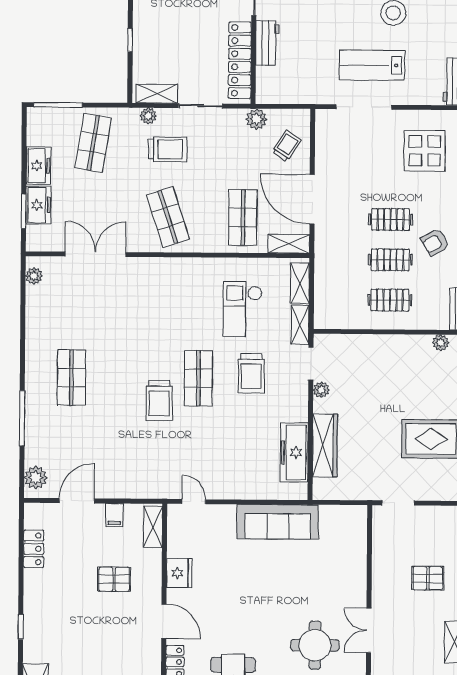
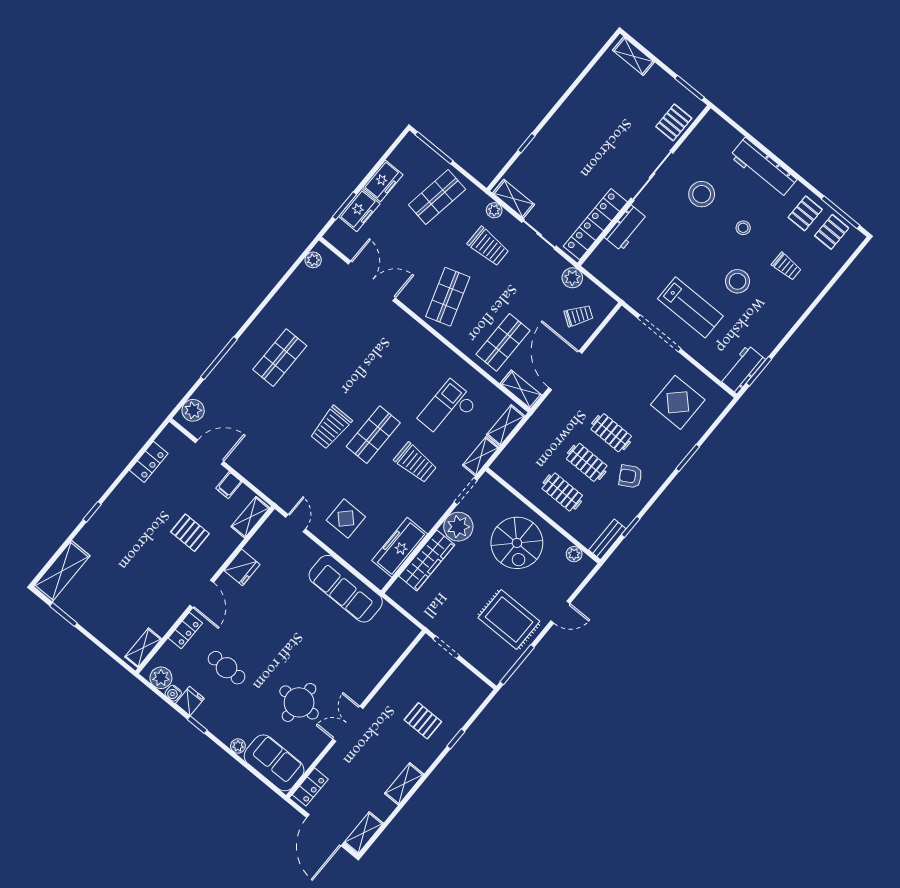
lab bench: (372, 65) -> (690, 307), turned 180
spiral stairs: (387, 371) -> (517, 543), added
trolley: (251, 373) -> (415, 463), turned -90
plant: (321, 390) -> (458, 527), width x1.88, depth x1.88
display table: (232, 465) -> (346, 519), added

